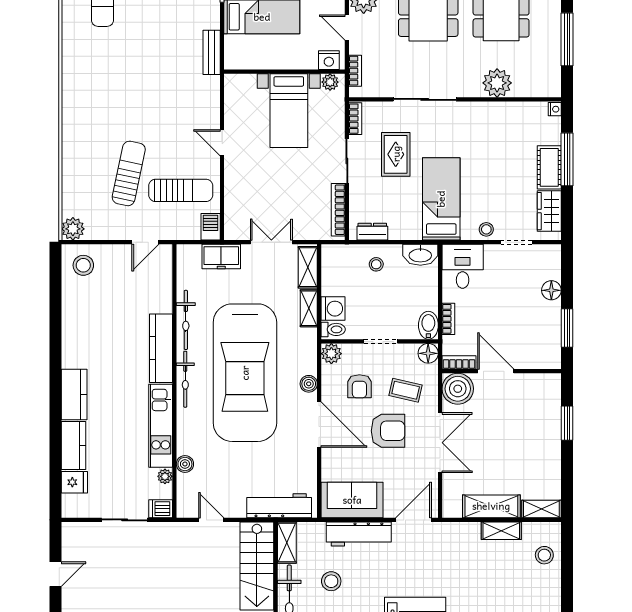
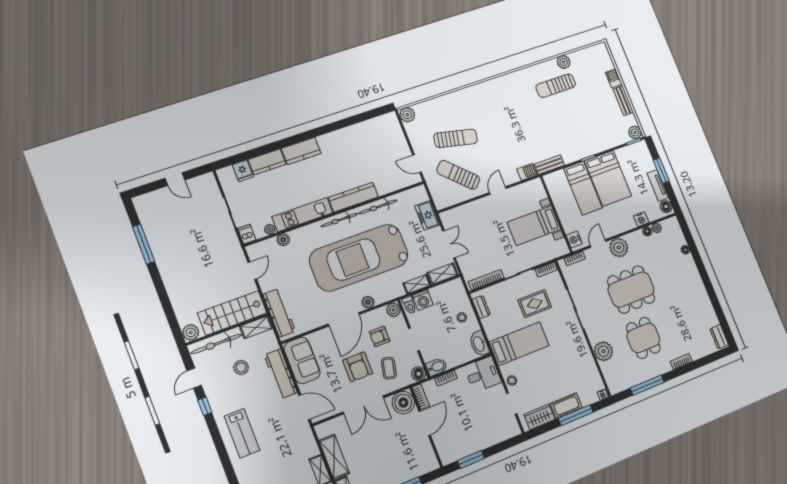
plant: (330, 82) -> (562, 245), removed
sun lounger: (181, 190) -> (458, 175), turned 134
barbecue: (211, 227) -> (527, 172), moved
stool: (83, 265) -> (387, 129), removed
floor lamp: (551, 290) -> (491, 439), removed

